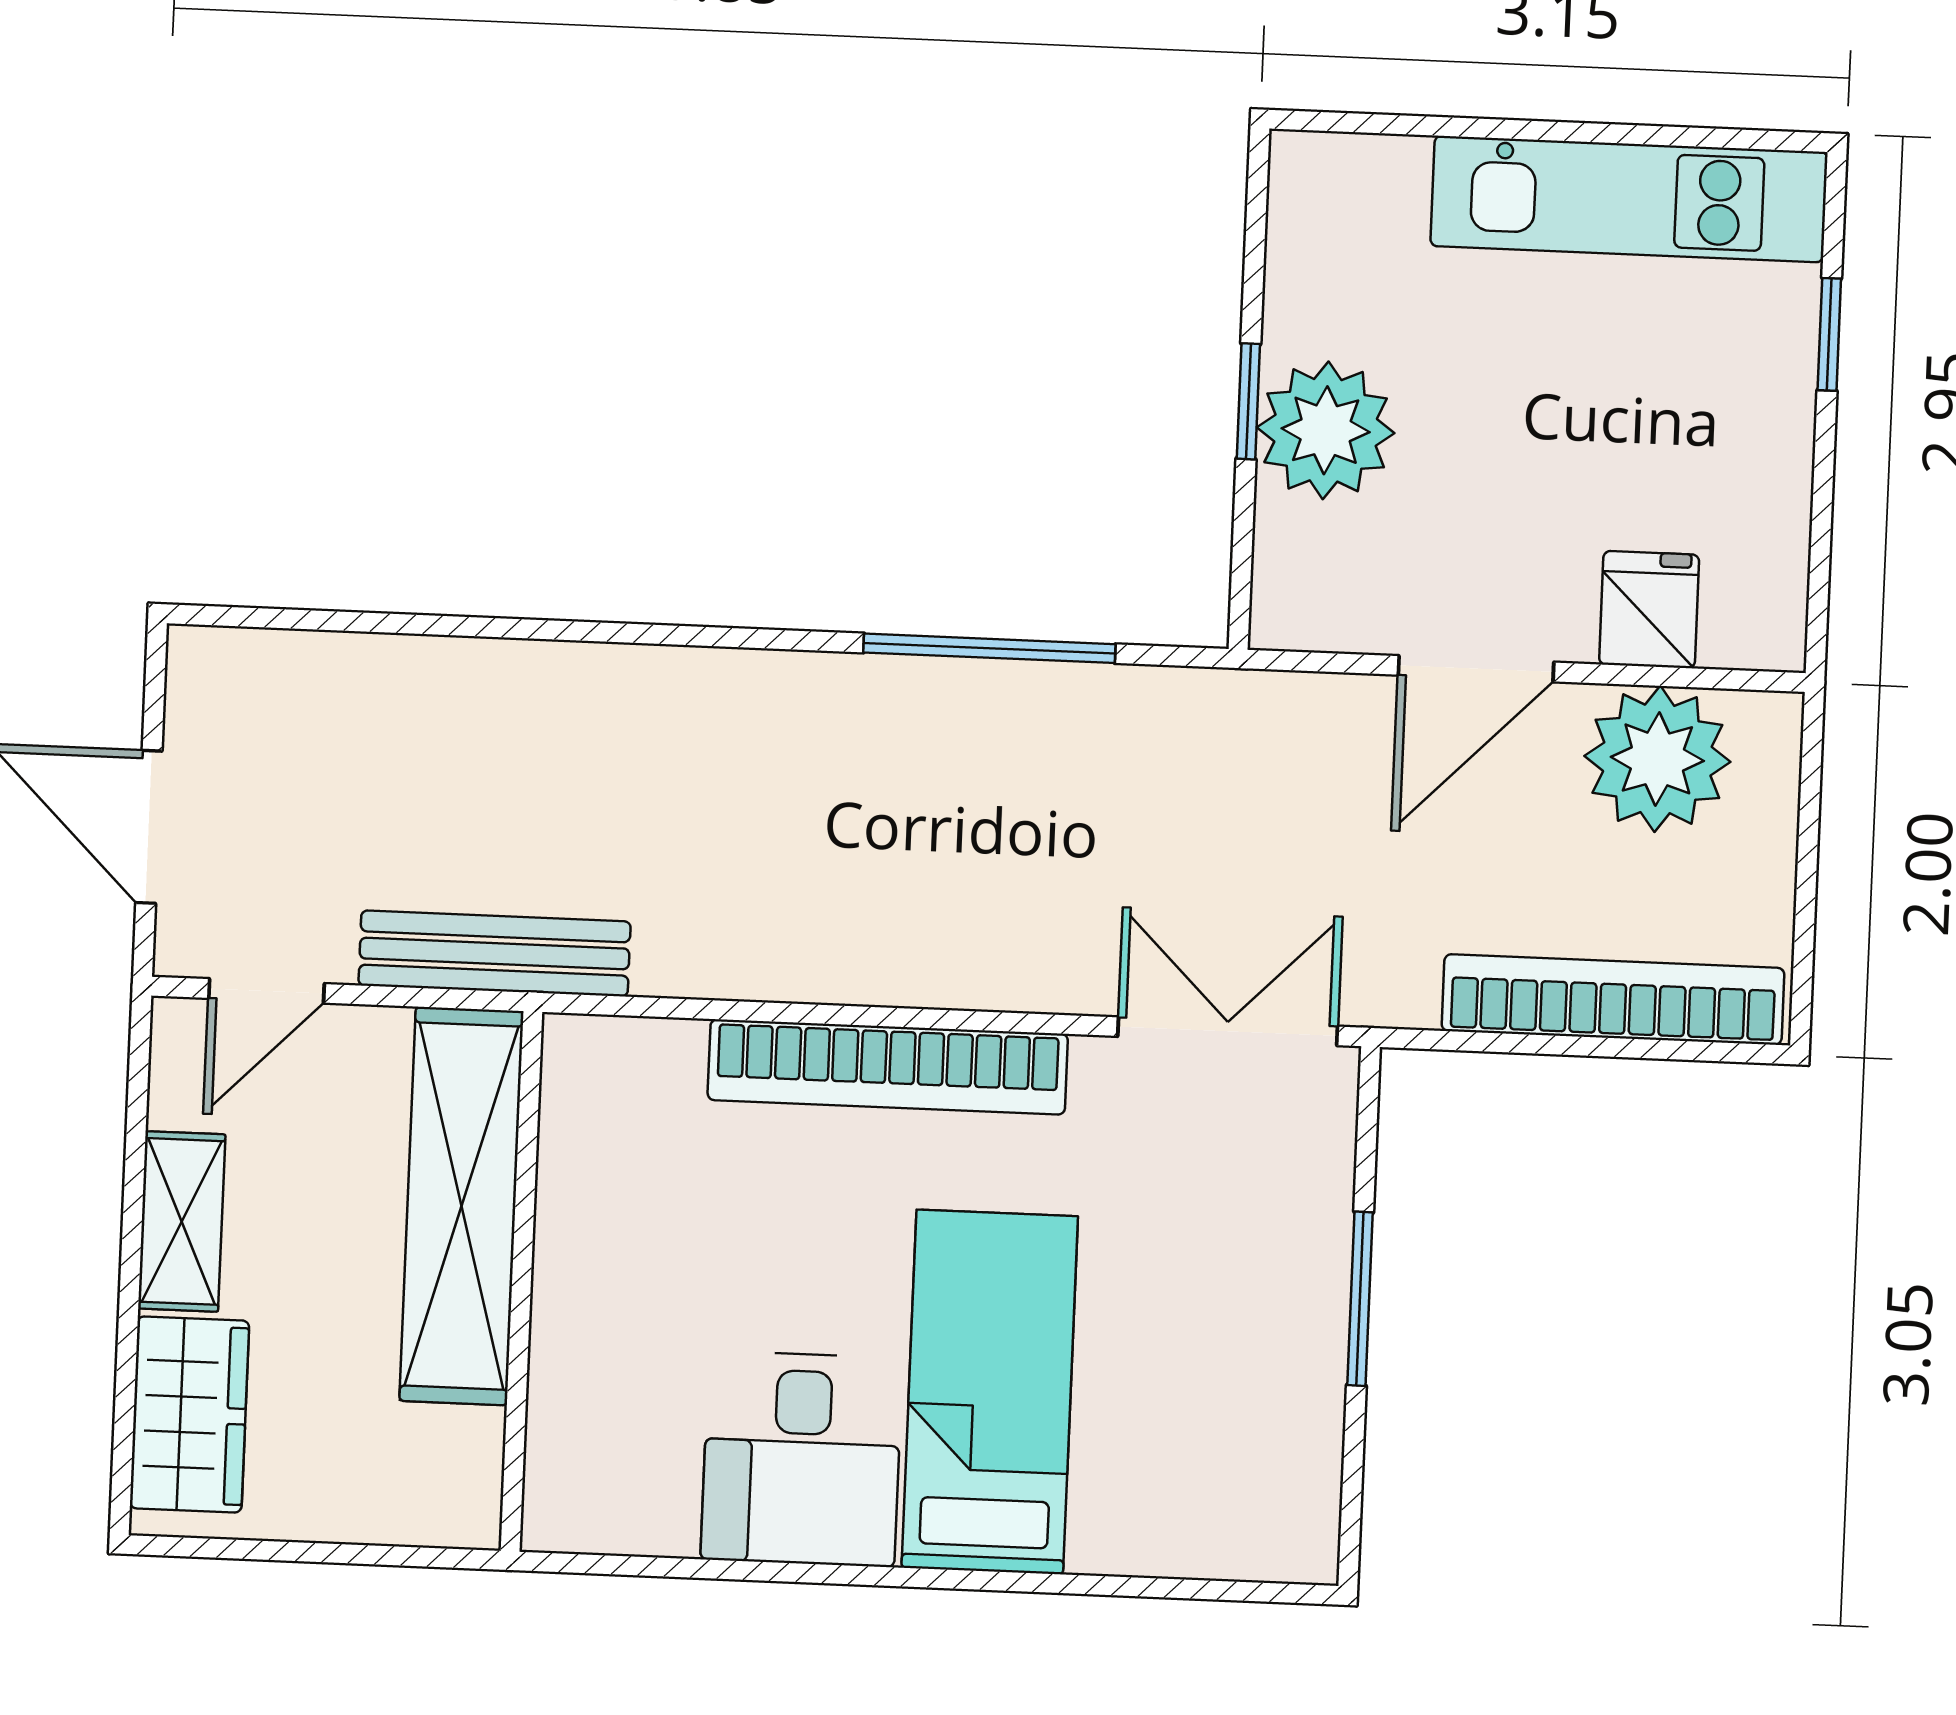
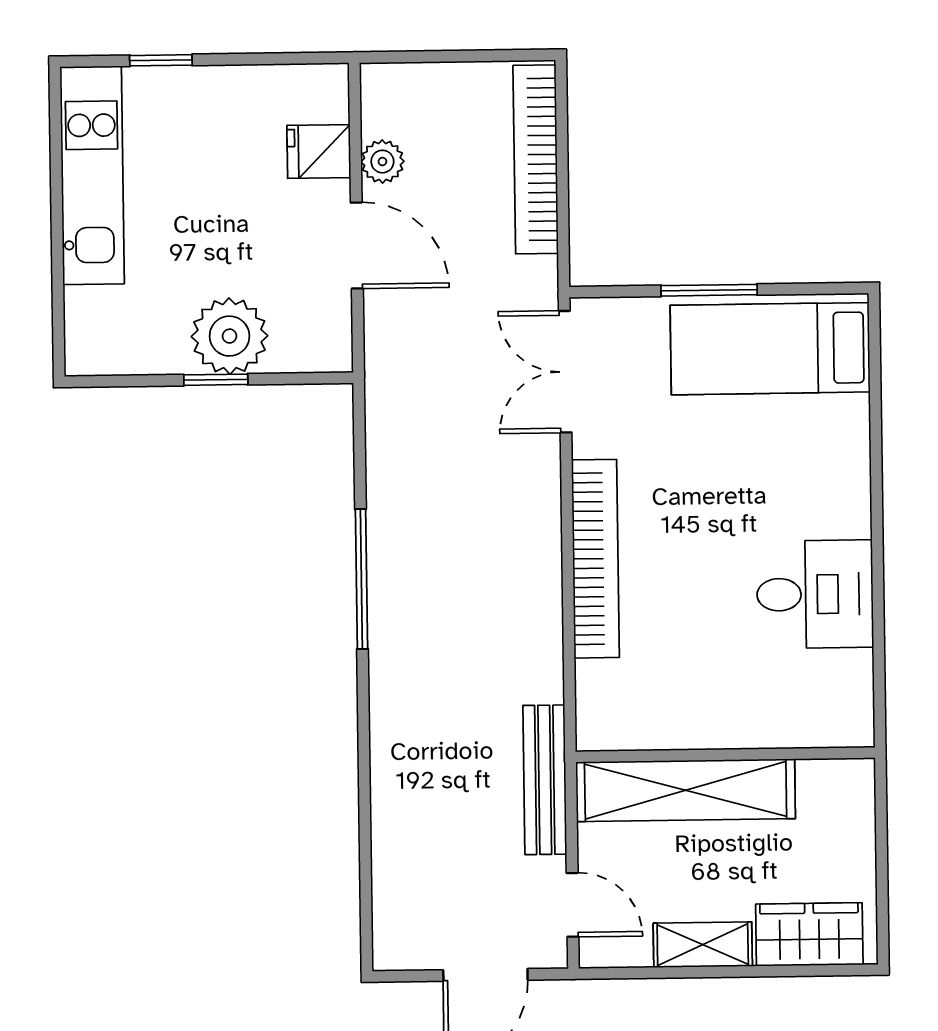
window: (989, 648) -> (361, 579), moved
plant: (1657, 759) -> (382, 162), width x0.53, depth x0.53
bed: (990, 1392) -> (770, 349), moved

